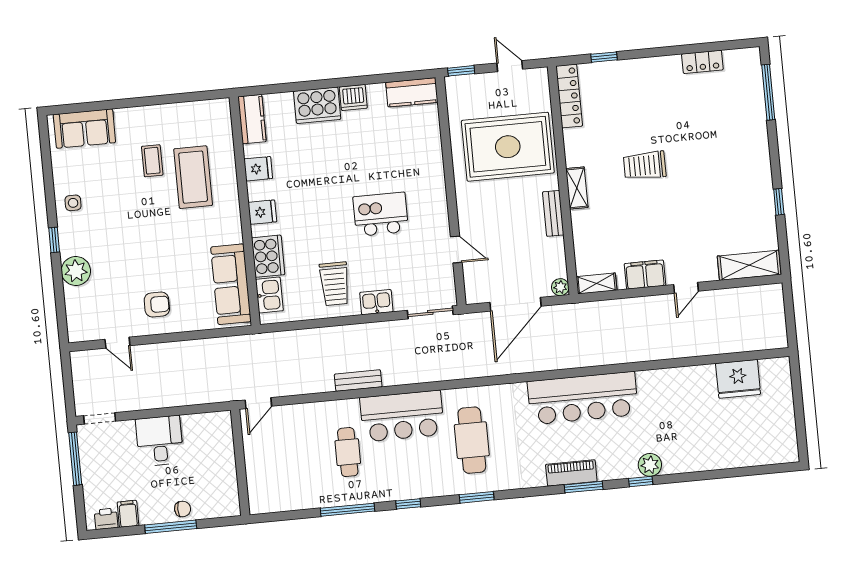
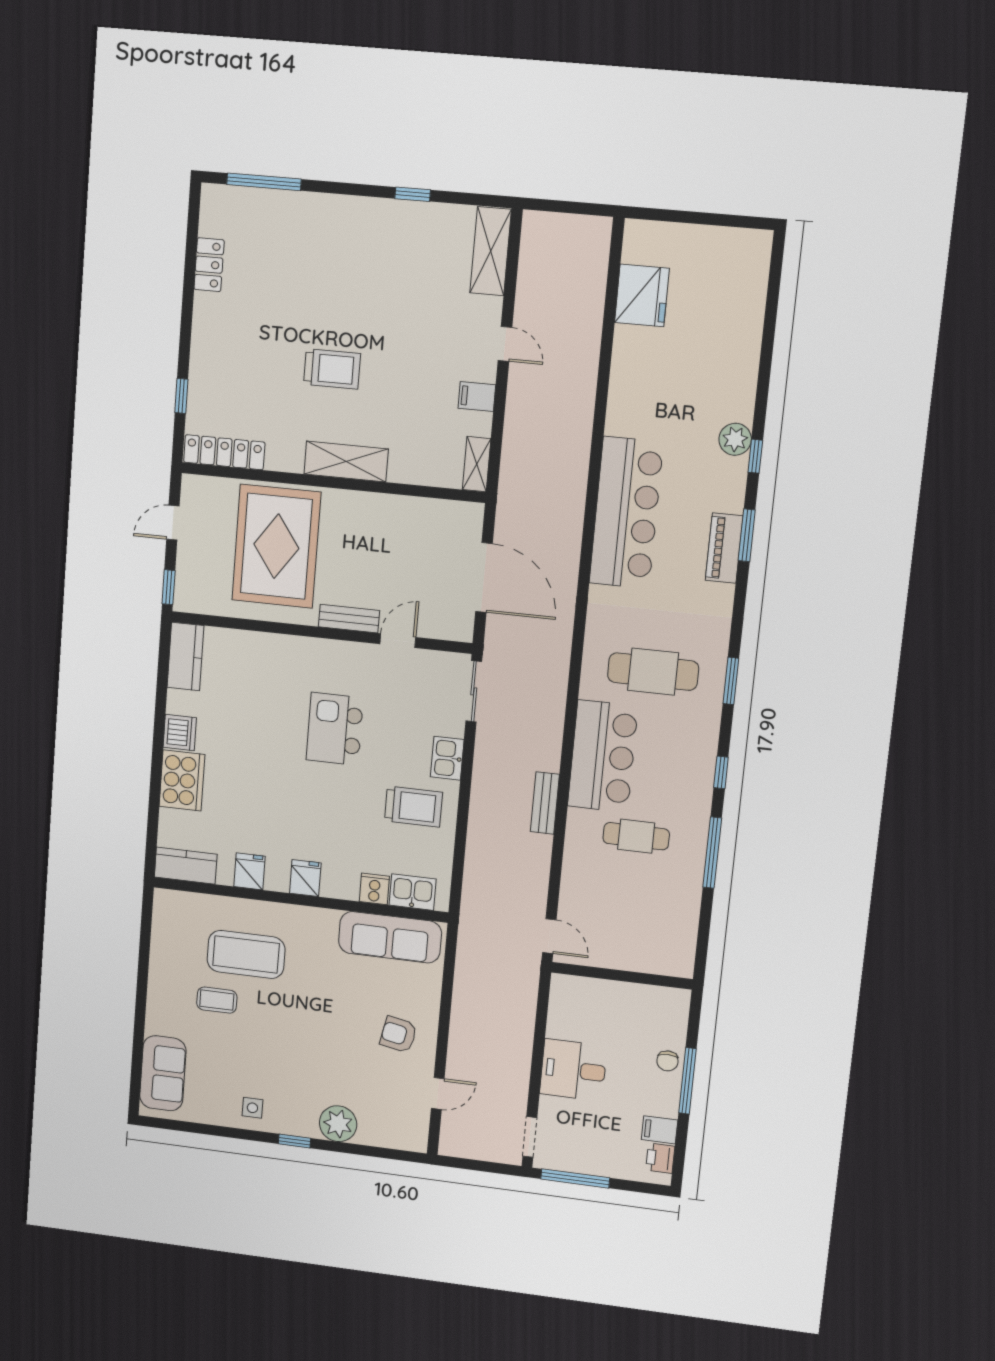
trolley: (645, 165) -> (332, 369), turned -90
shelving: (577, 188) -> (346, 461), width x1.50, depth x1.33
bench: (553, 213) -> (349, 619), moved
cooker: (268, 256) -> (374, 889), width x0.53, depth x0.76
filing cabinet: (645, 275) -> (477, 397), width x0.50
plant: (560, 287) -> (472, 514), removed
armchair: (157, 304) -> (399, 1035), turned -79
chair: (183, 509) -> (667, 1061), turned 180

